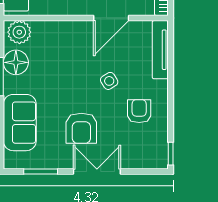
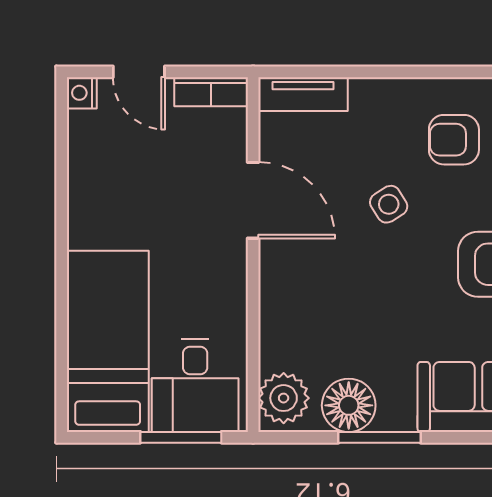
tv unit: (160, 50) -> (303, 94), width x0.71

